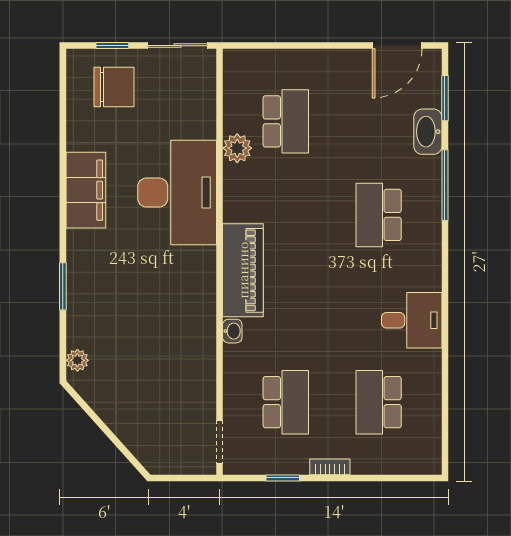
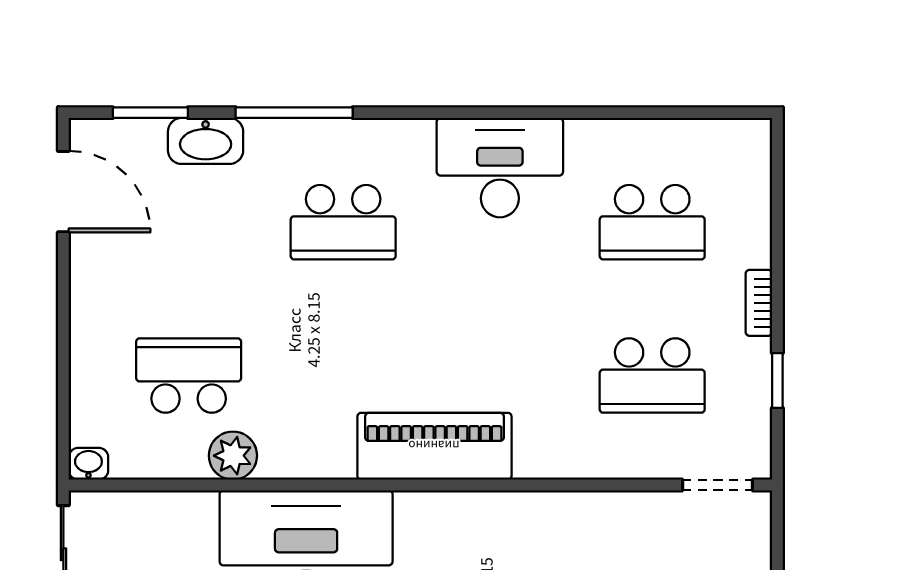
desk: (412, 320) -> (500, 168), width x1.37
washbasin: (232, 331) -> (88, 464), moved
school desk: (286, 402) -> (652, 376), turned 180

